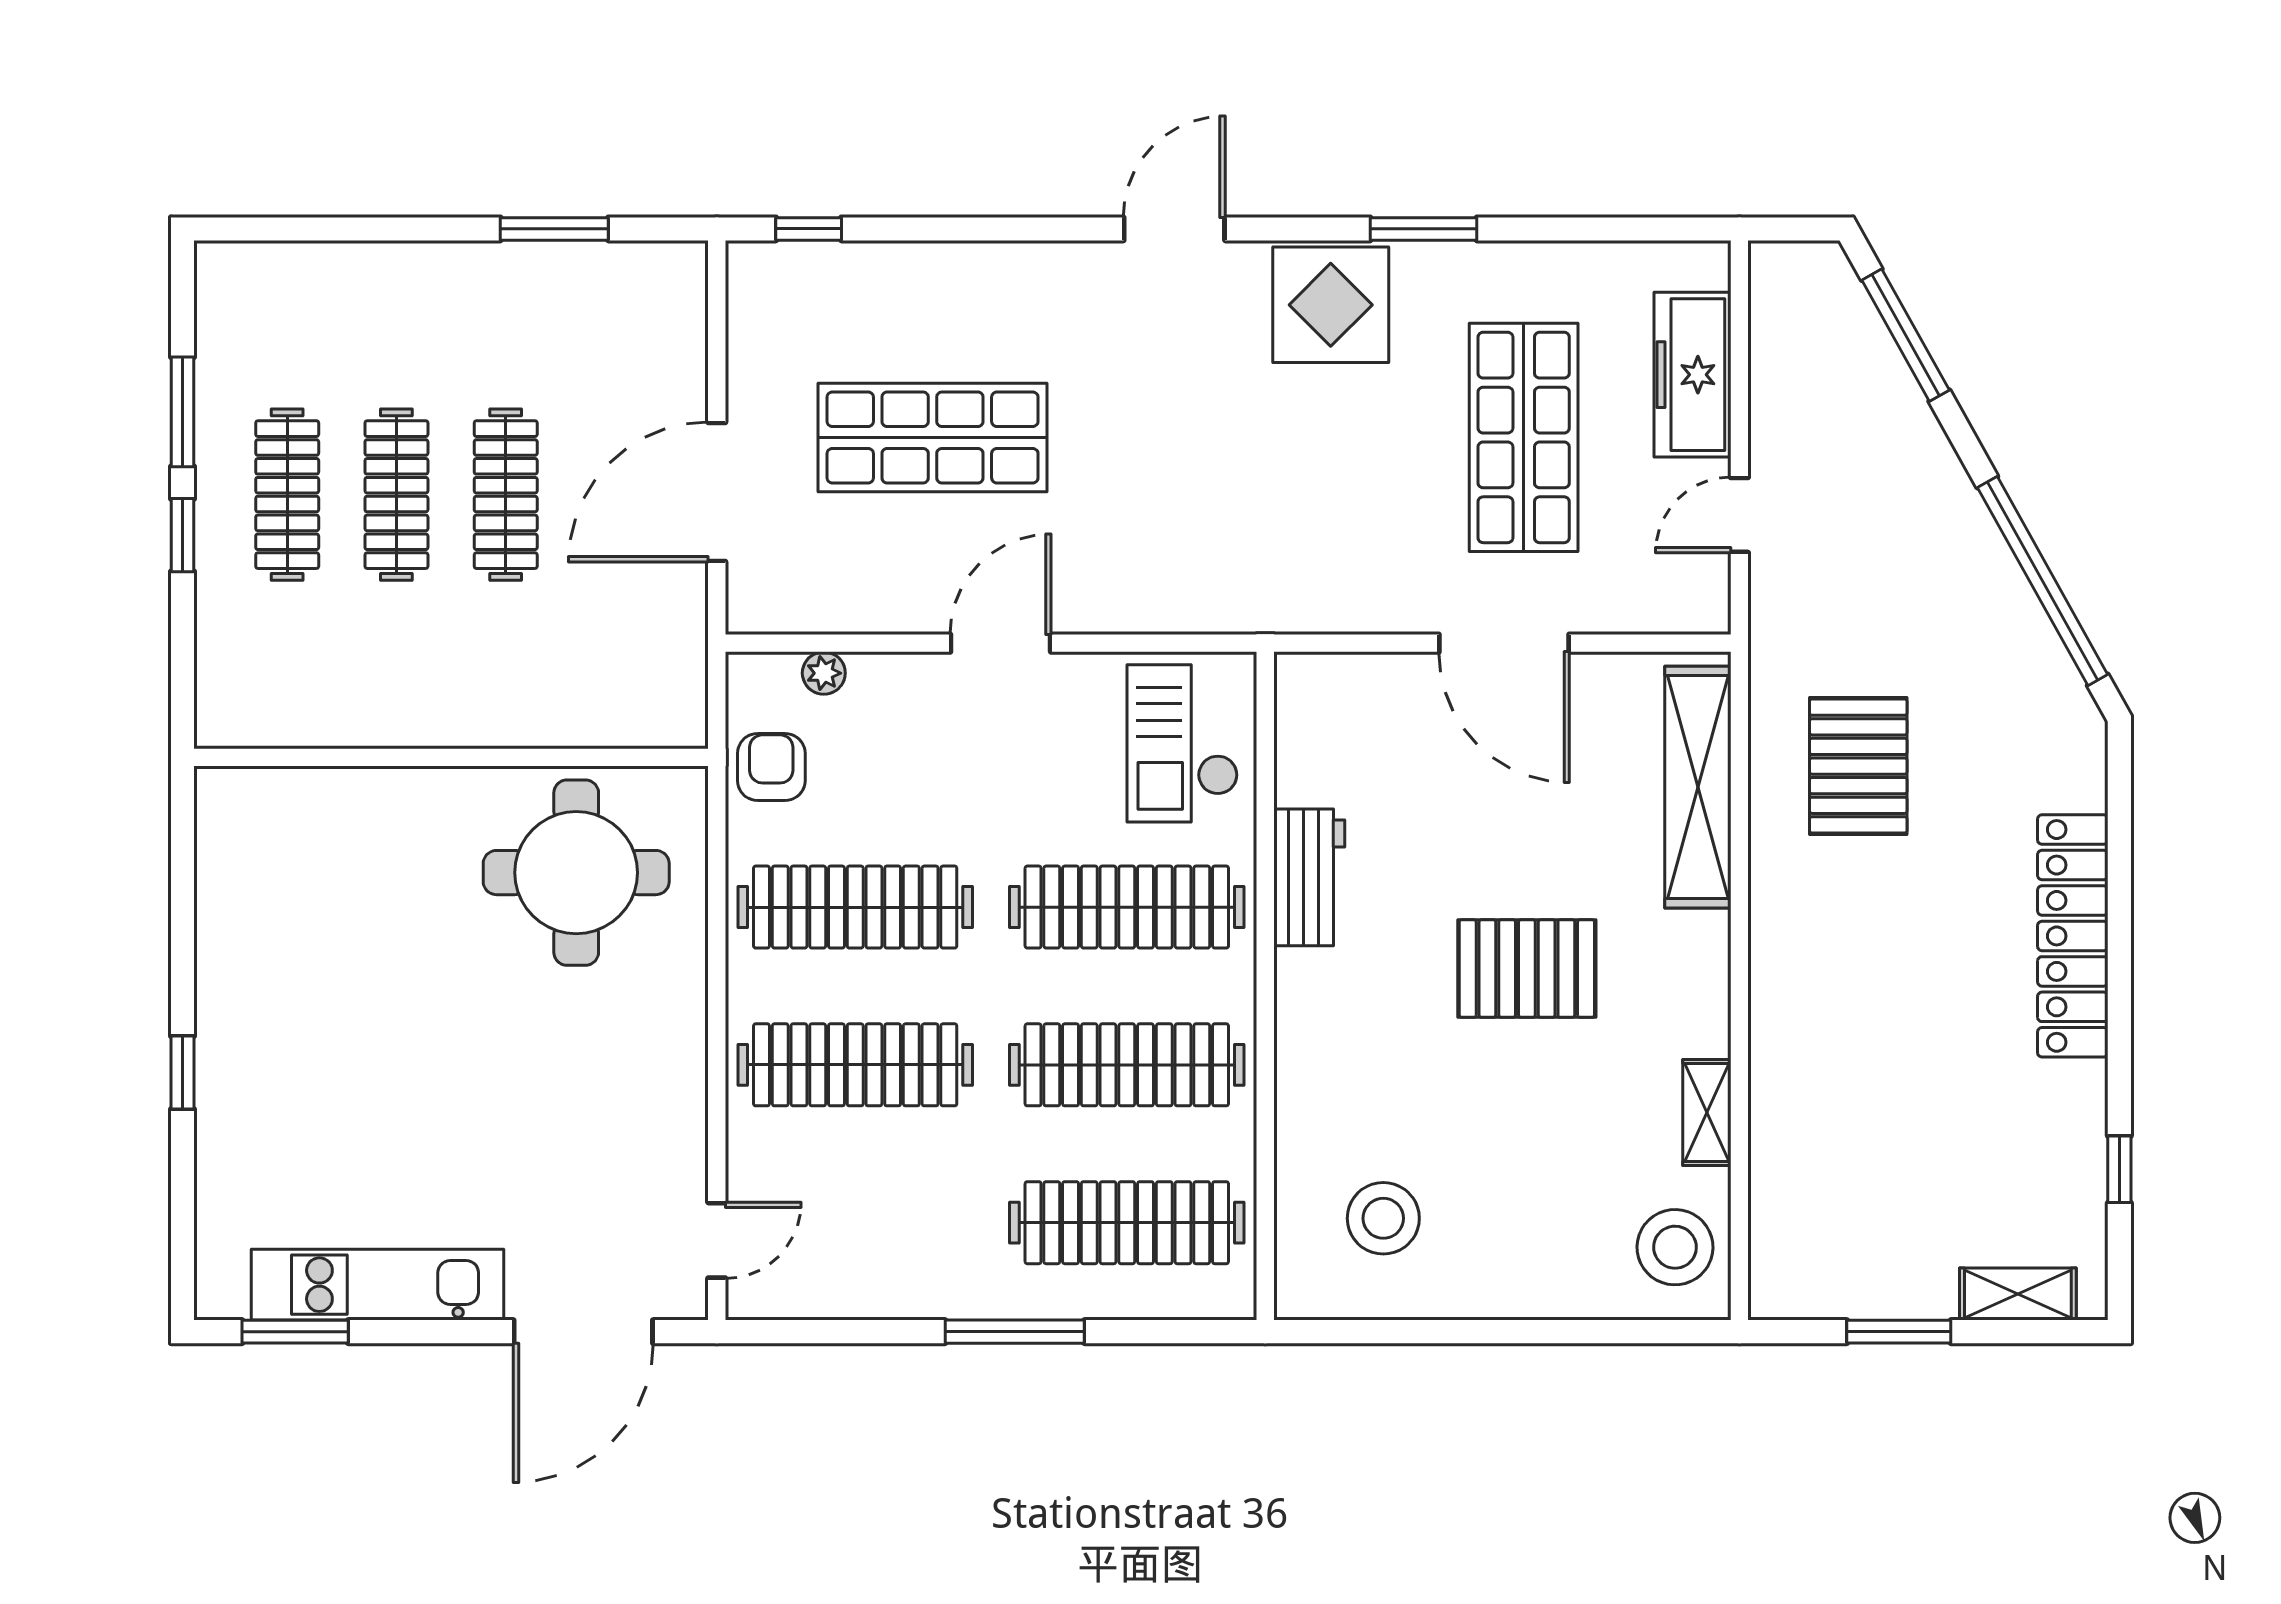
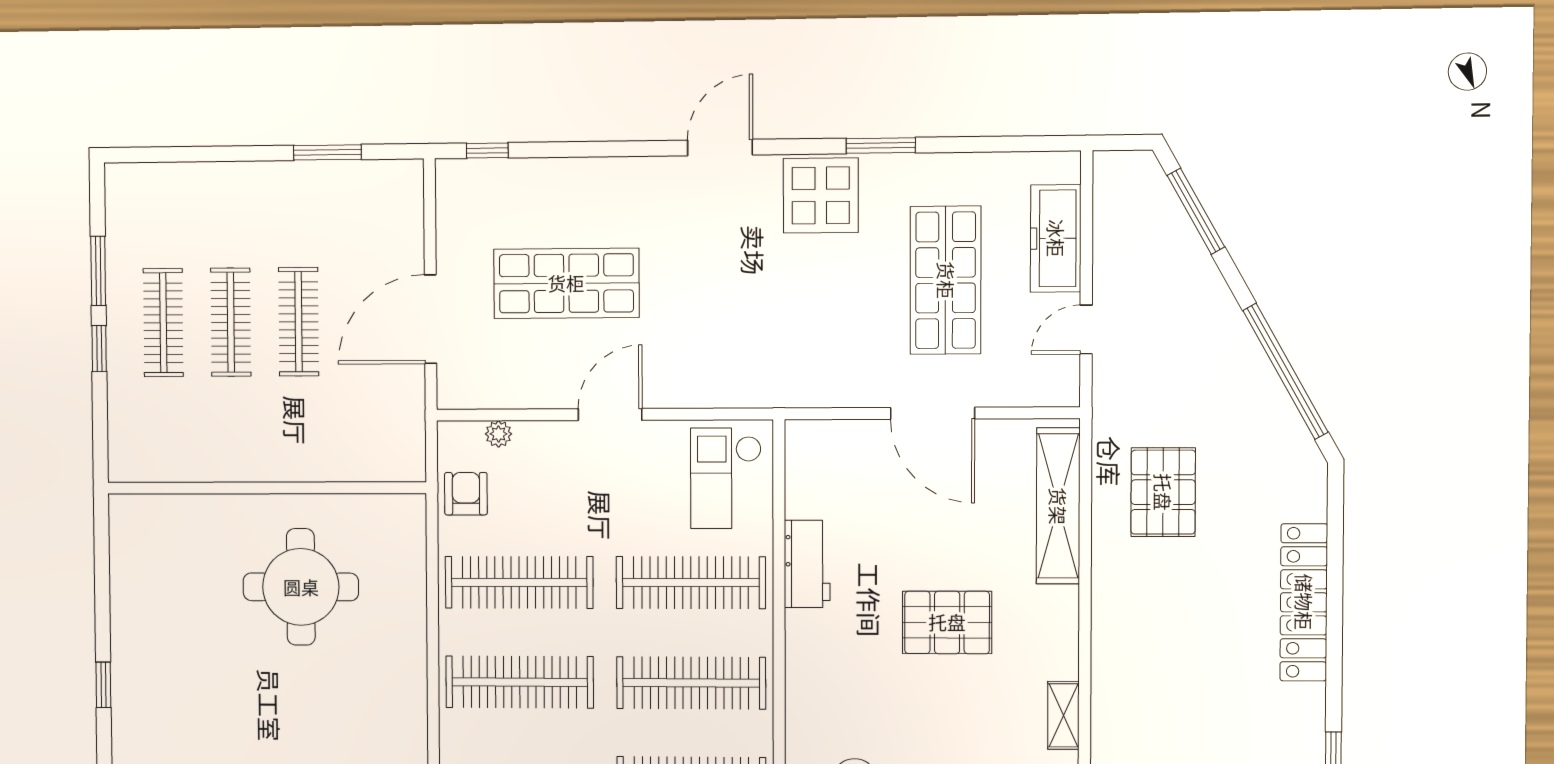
round table: (576, 873) -> (301, 587), moved

